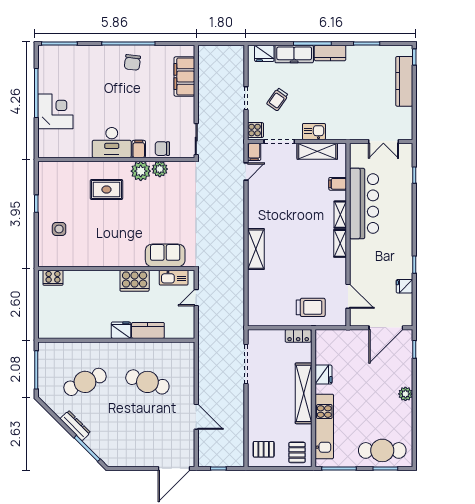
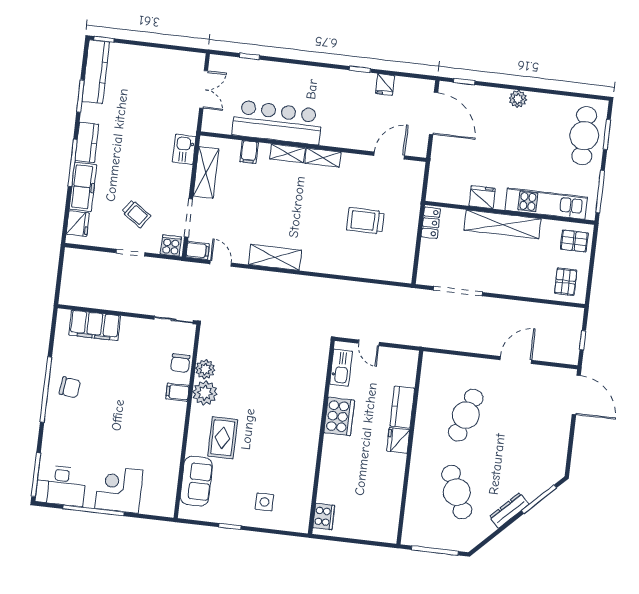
kitchen counter: (404, 81) -> (96, 72), moved, turned -90
kitchen sink: (314, 132) -> (184, 149), moved
desk: (112, 143) -> (61, 486), moved, turned 90
shelving: (256, 249) -> (275, 257), moved
sofa: (165, 255) -> (196, 481), moved, turned 180
trolley: (311, 307) -> (365, 221), moved, turned -90

